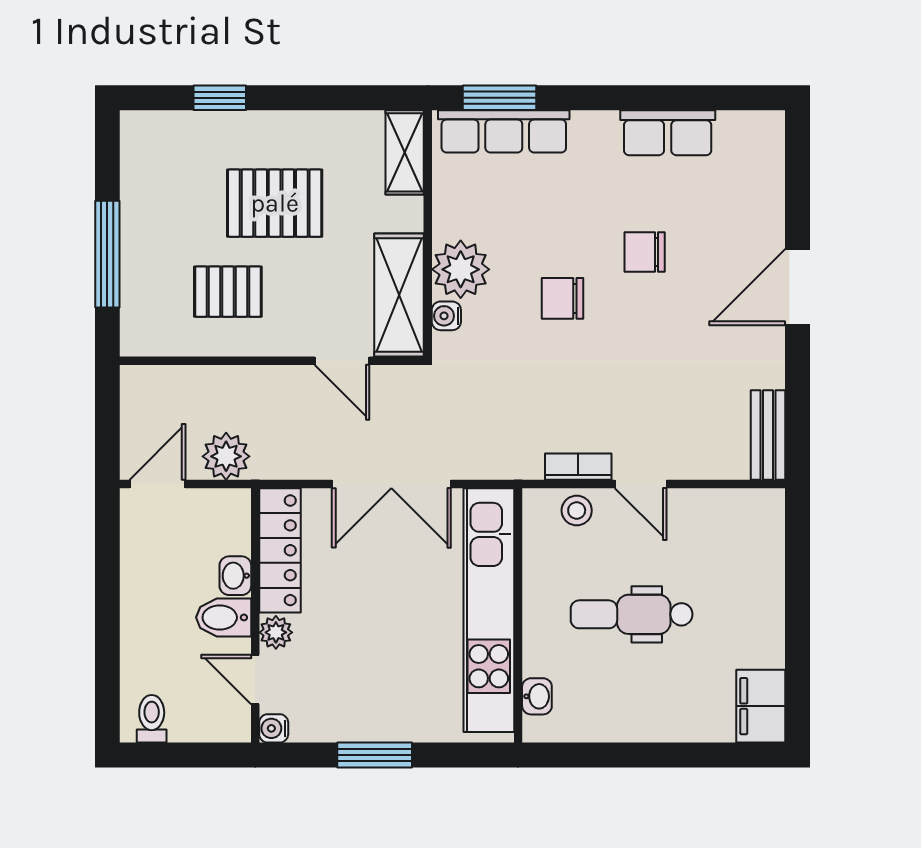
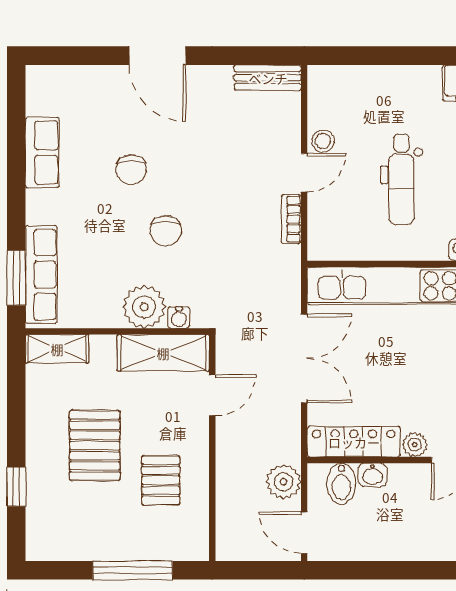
stool: (577, 510) -> (323, 141), moved
bidet: (224, 617) -> (341, 484), moved

